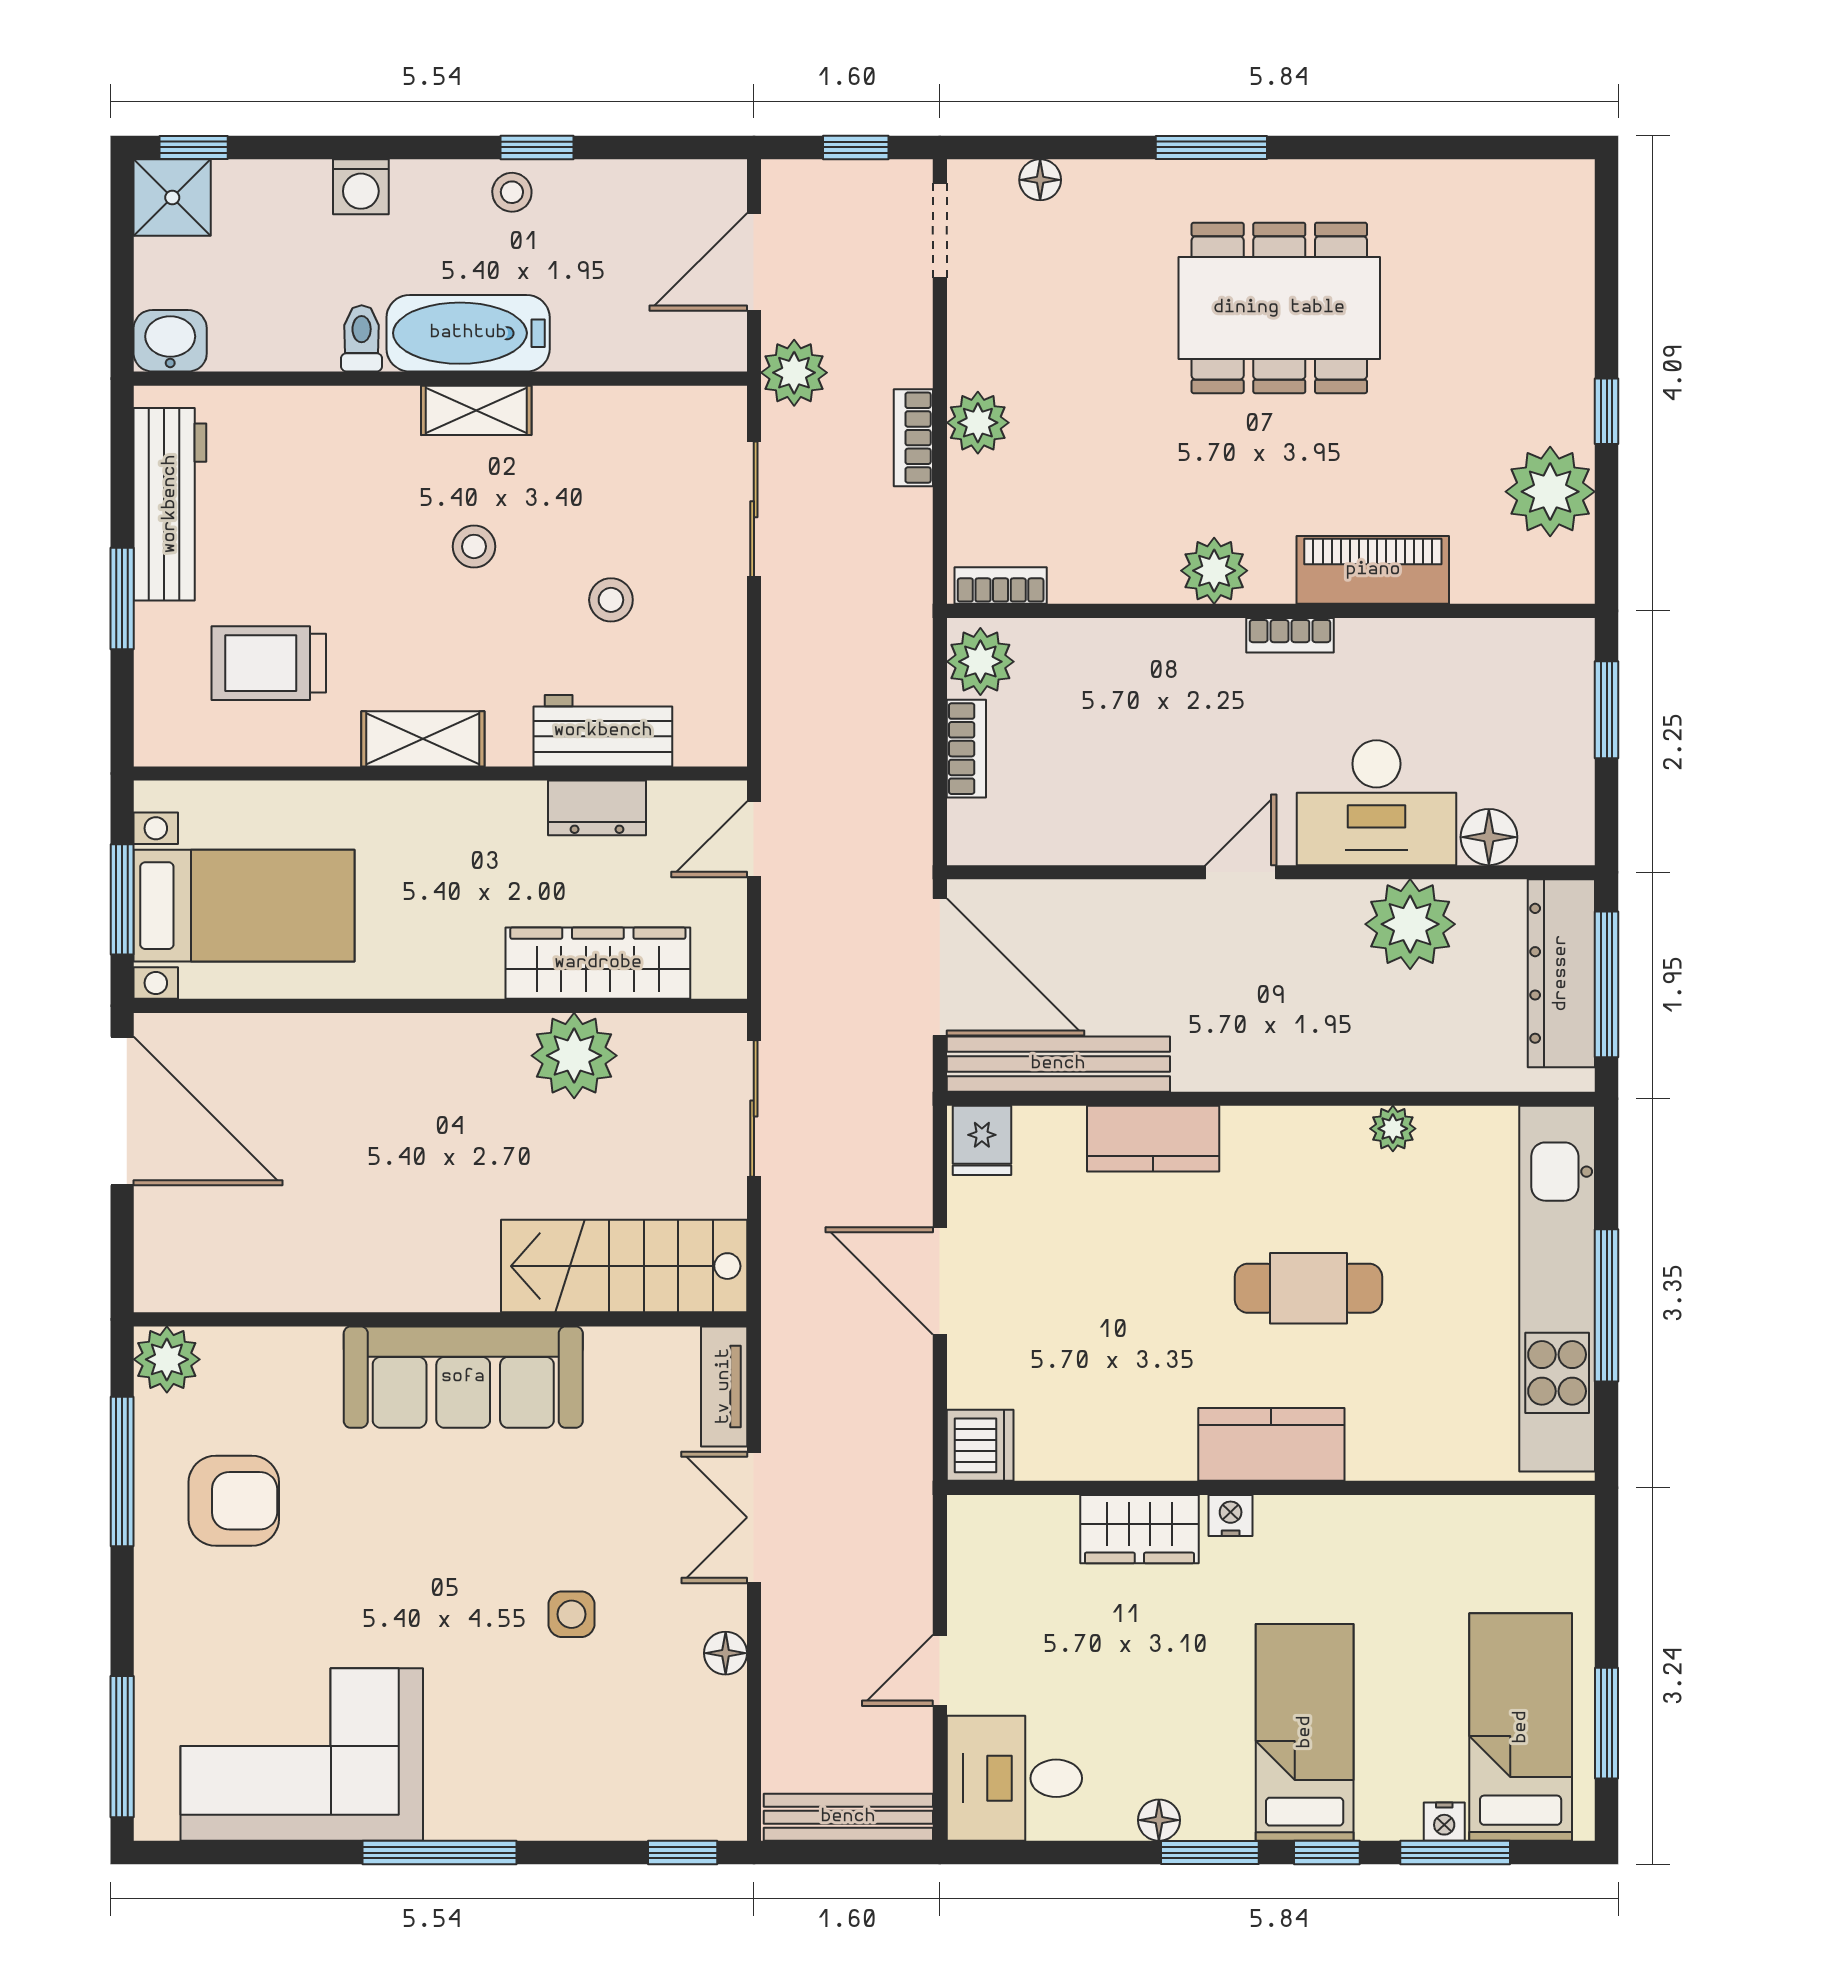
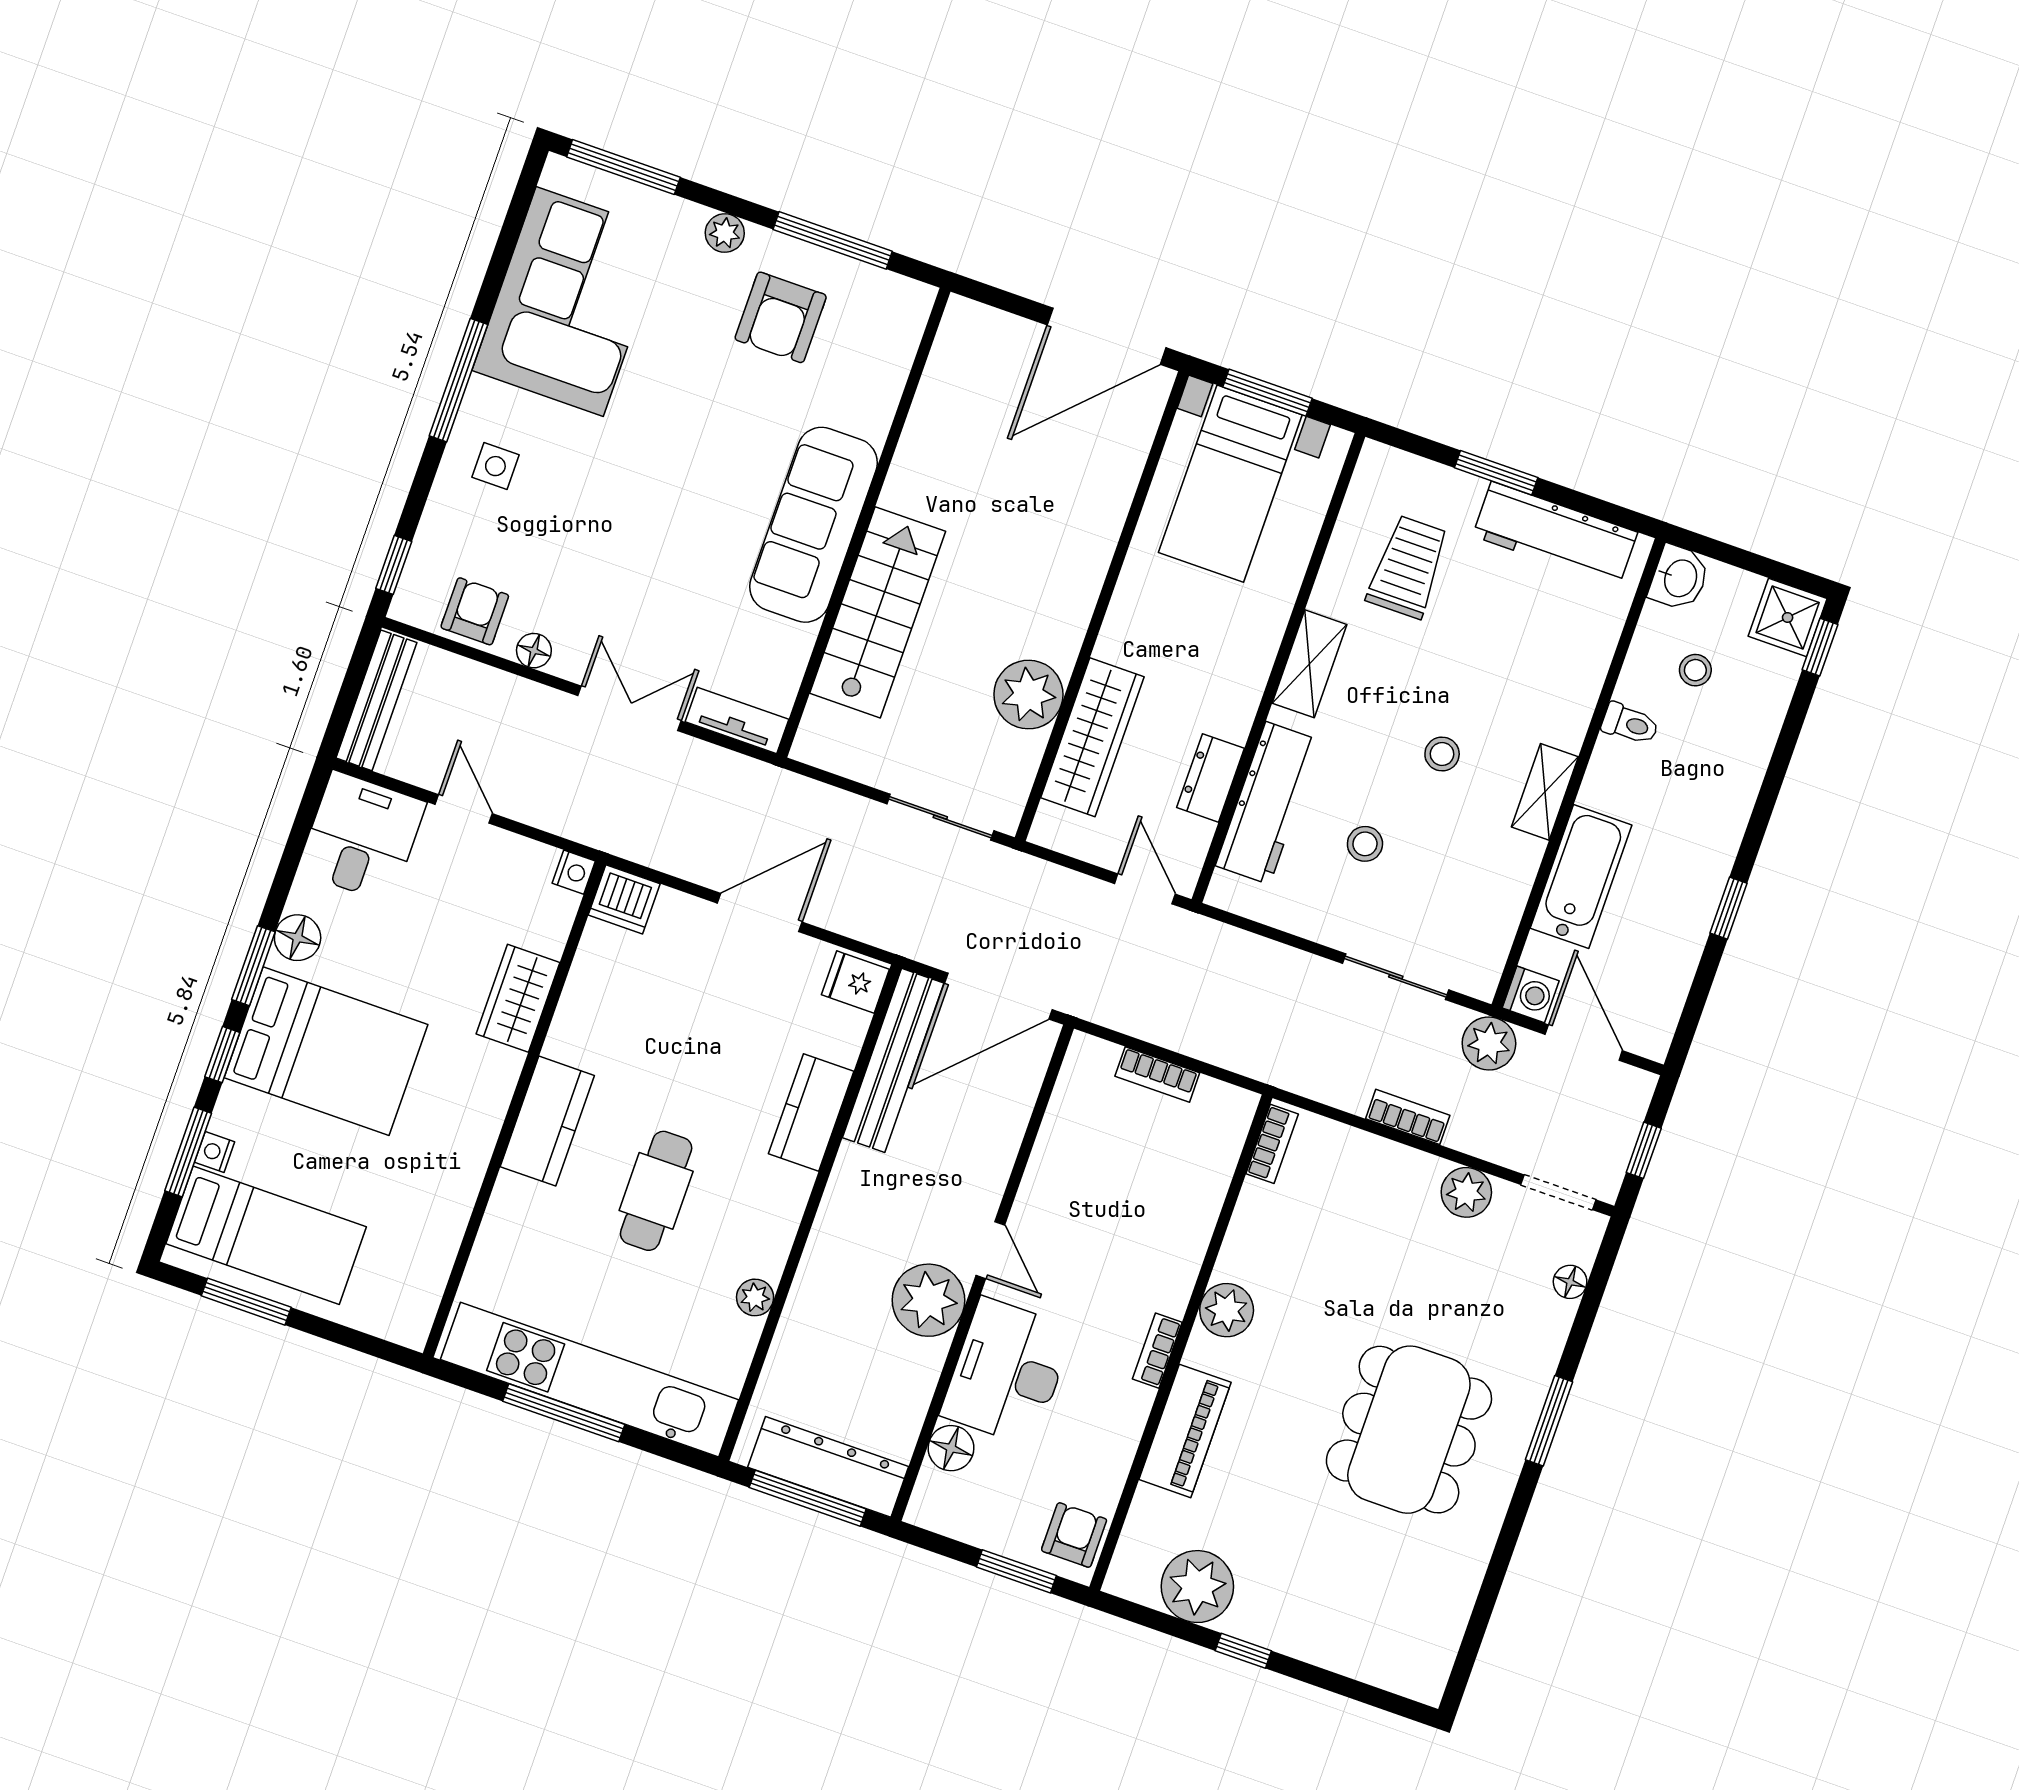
washing machine: (361, 187) -> (1531, 994), moved, turned 180
stool: (512, 192) -> (1695, 670), moved
bathtub: (468, 333) -> (1581, 877), moved
plant: (978, 423) -> (1466, 1192), moved
armchair: (1540, 657) -> (1074, 1535), added
plant: (980, 662) -> (1220, 1108), removed
workbench: (603, 731) -> (1268, 803), width x1.38
plant: (1410, 924) -> (928, 1300), moved
stairs: (624, 1266) -> (878, 612), moved
plant: (167, 1359) -> (725, 233), moved, width x0.73, depth x0.73
nightstand: (1231, 1516) -> (574, 872), moved
side table: (572, 1614) -> (495, 466), moved
bed: (1305, 1732) -> (326, 1051), width x1.50
armchair: (704, 1739) -> (475, 611), added
floor lamp: (1159, 1820) -> (298, 938), width x1.37, depth x1.37

